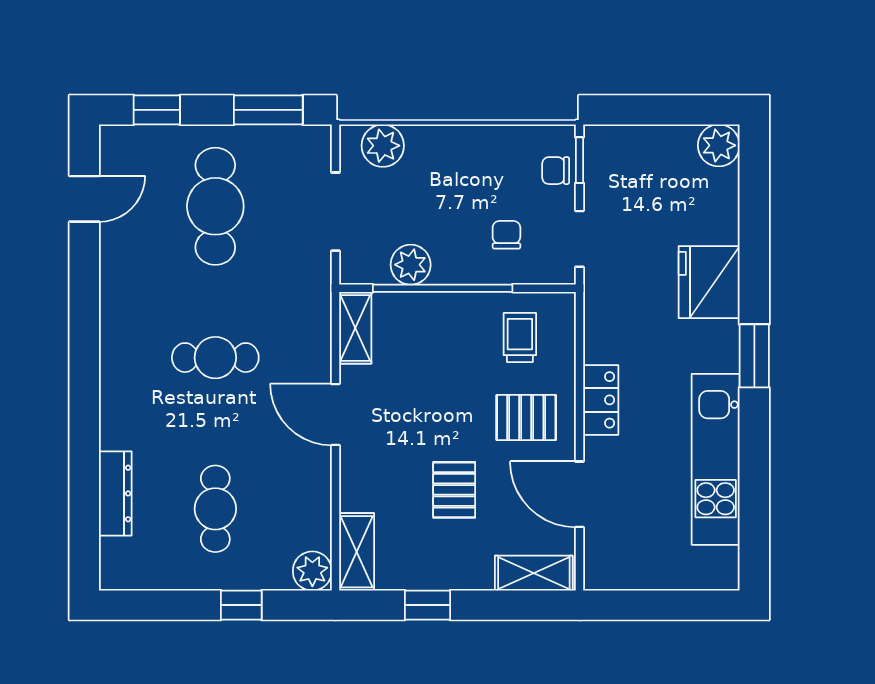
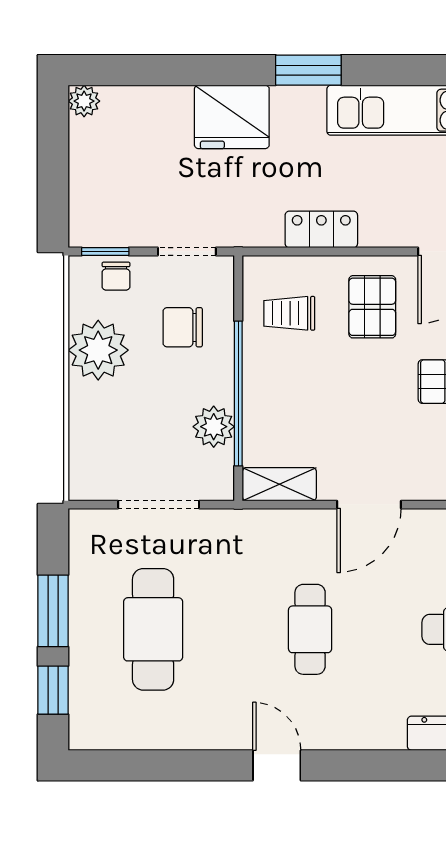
window: (268, 110) -> (53, 611), moved
plant: (719, 145) -> (84, 101), width x0.73, depth x0.73
plant: (383, 146) -> (98, 350), moved, width x1.36, depth x1.36
door: (84, 199) -> (277, 765), moved
cafe table: (215, 206) -> (153, 629), turned 90
chair: (506, 235) -> (183, 327), width x1.37, depth x1.37
locker: (601, 400) -> (321, 229), moved

